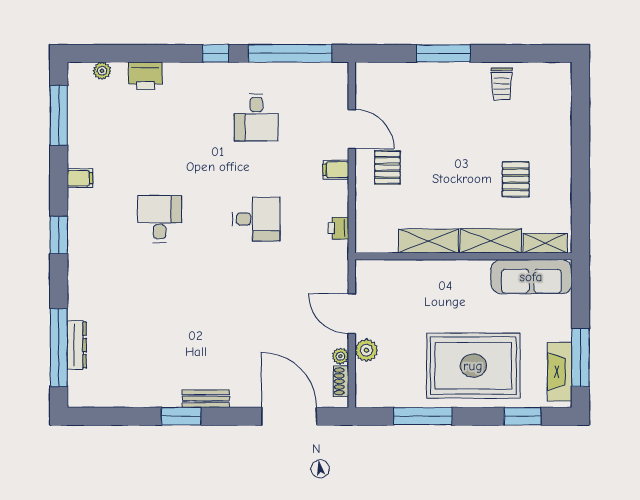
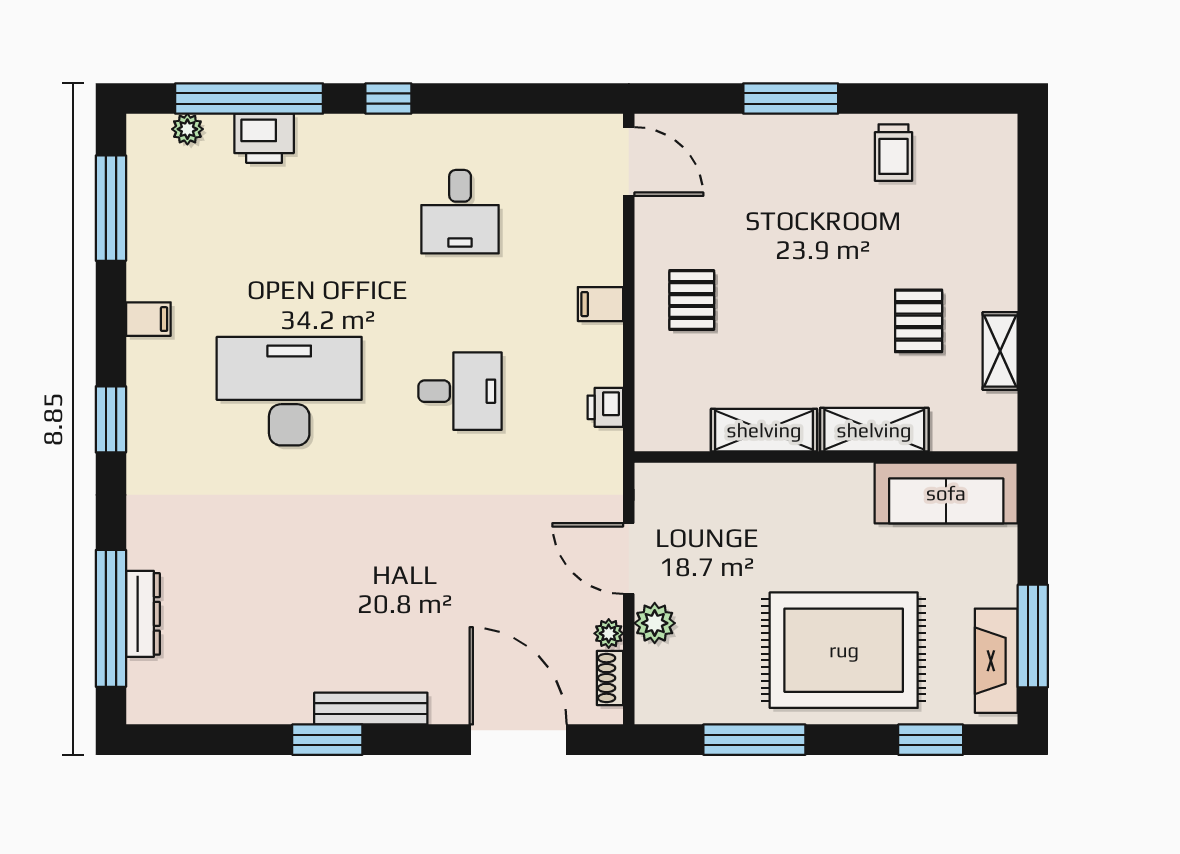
window: (290, 53) -> (249, 98), moved
door: (352, 129) -> (629, 161), moved
desk: (160, 219) -> (289, 391), width x1.87, depth x1.30
shelving: (545, 243) -> (1000, 351), moved, turned 90
bench: (206, 399) -> (371, 709), width x1.36

